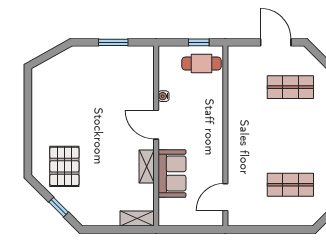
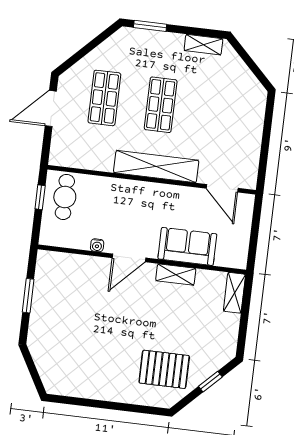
shelving: (237, 139) -> (156, 166), added
shop shelf: (290, 185) -> (161, 105), moved

